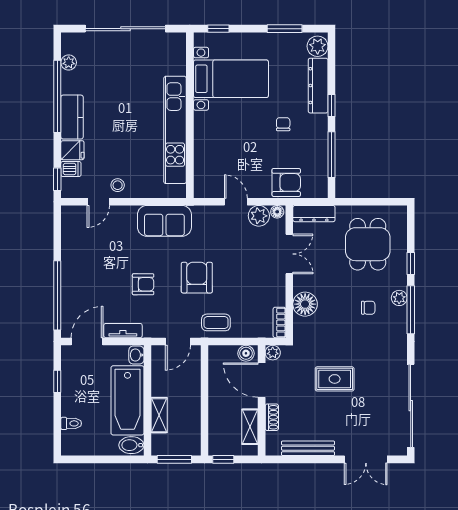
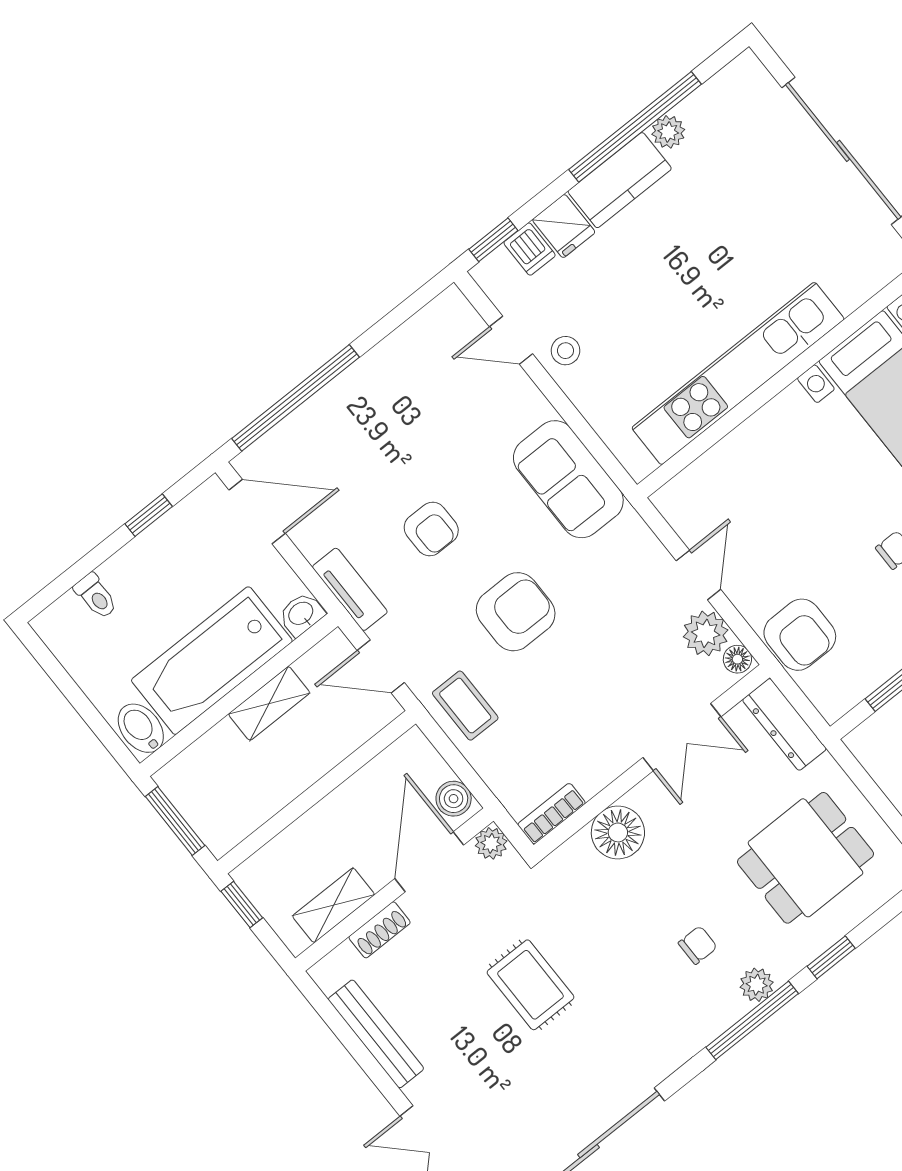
plant: (69, 62) -> (668, 132), moved
chair: (368, 308) -> (698, 945), turned -90
tv unit: (123, 331) -> (350, 589), moved
shelving: (159, 415) -> (269, 703), moved

